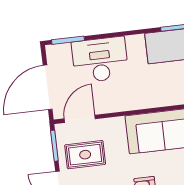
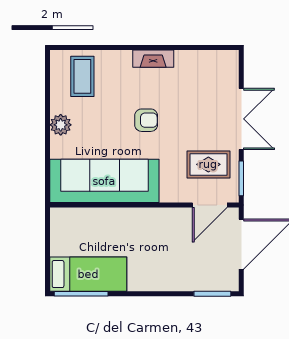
desk: (100, 60) -> (180, 268), removed

